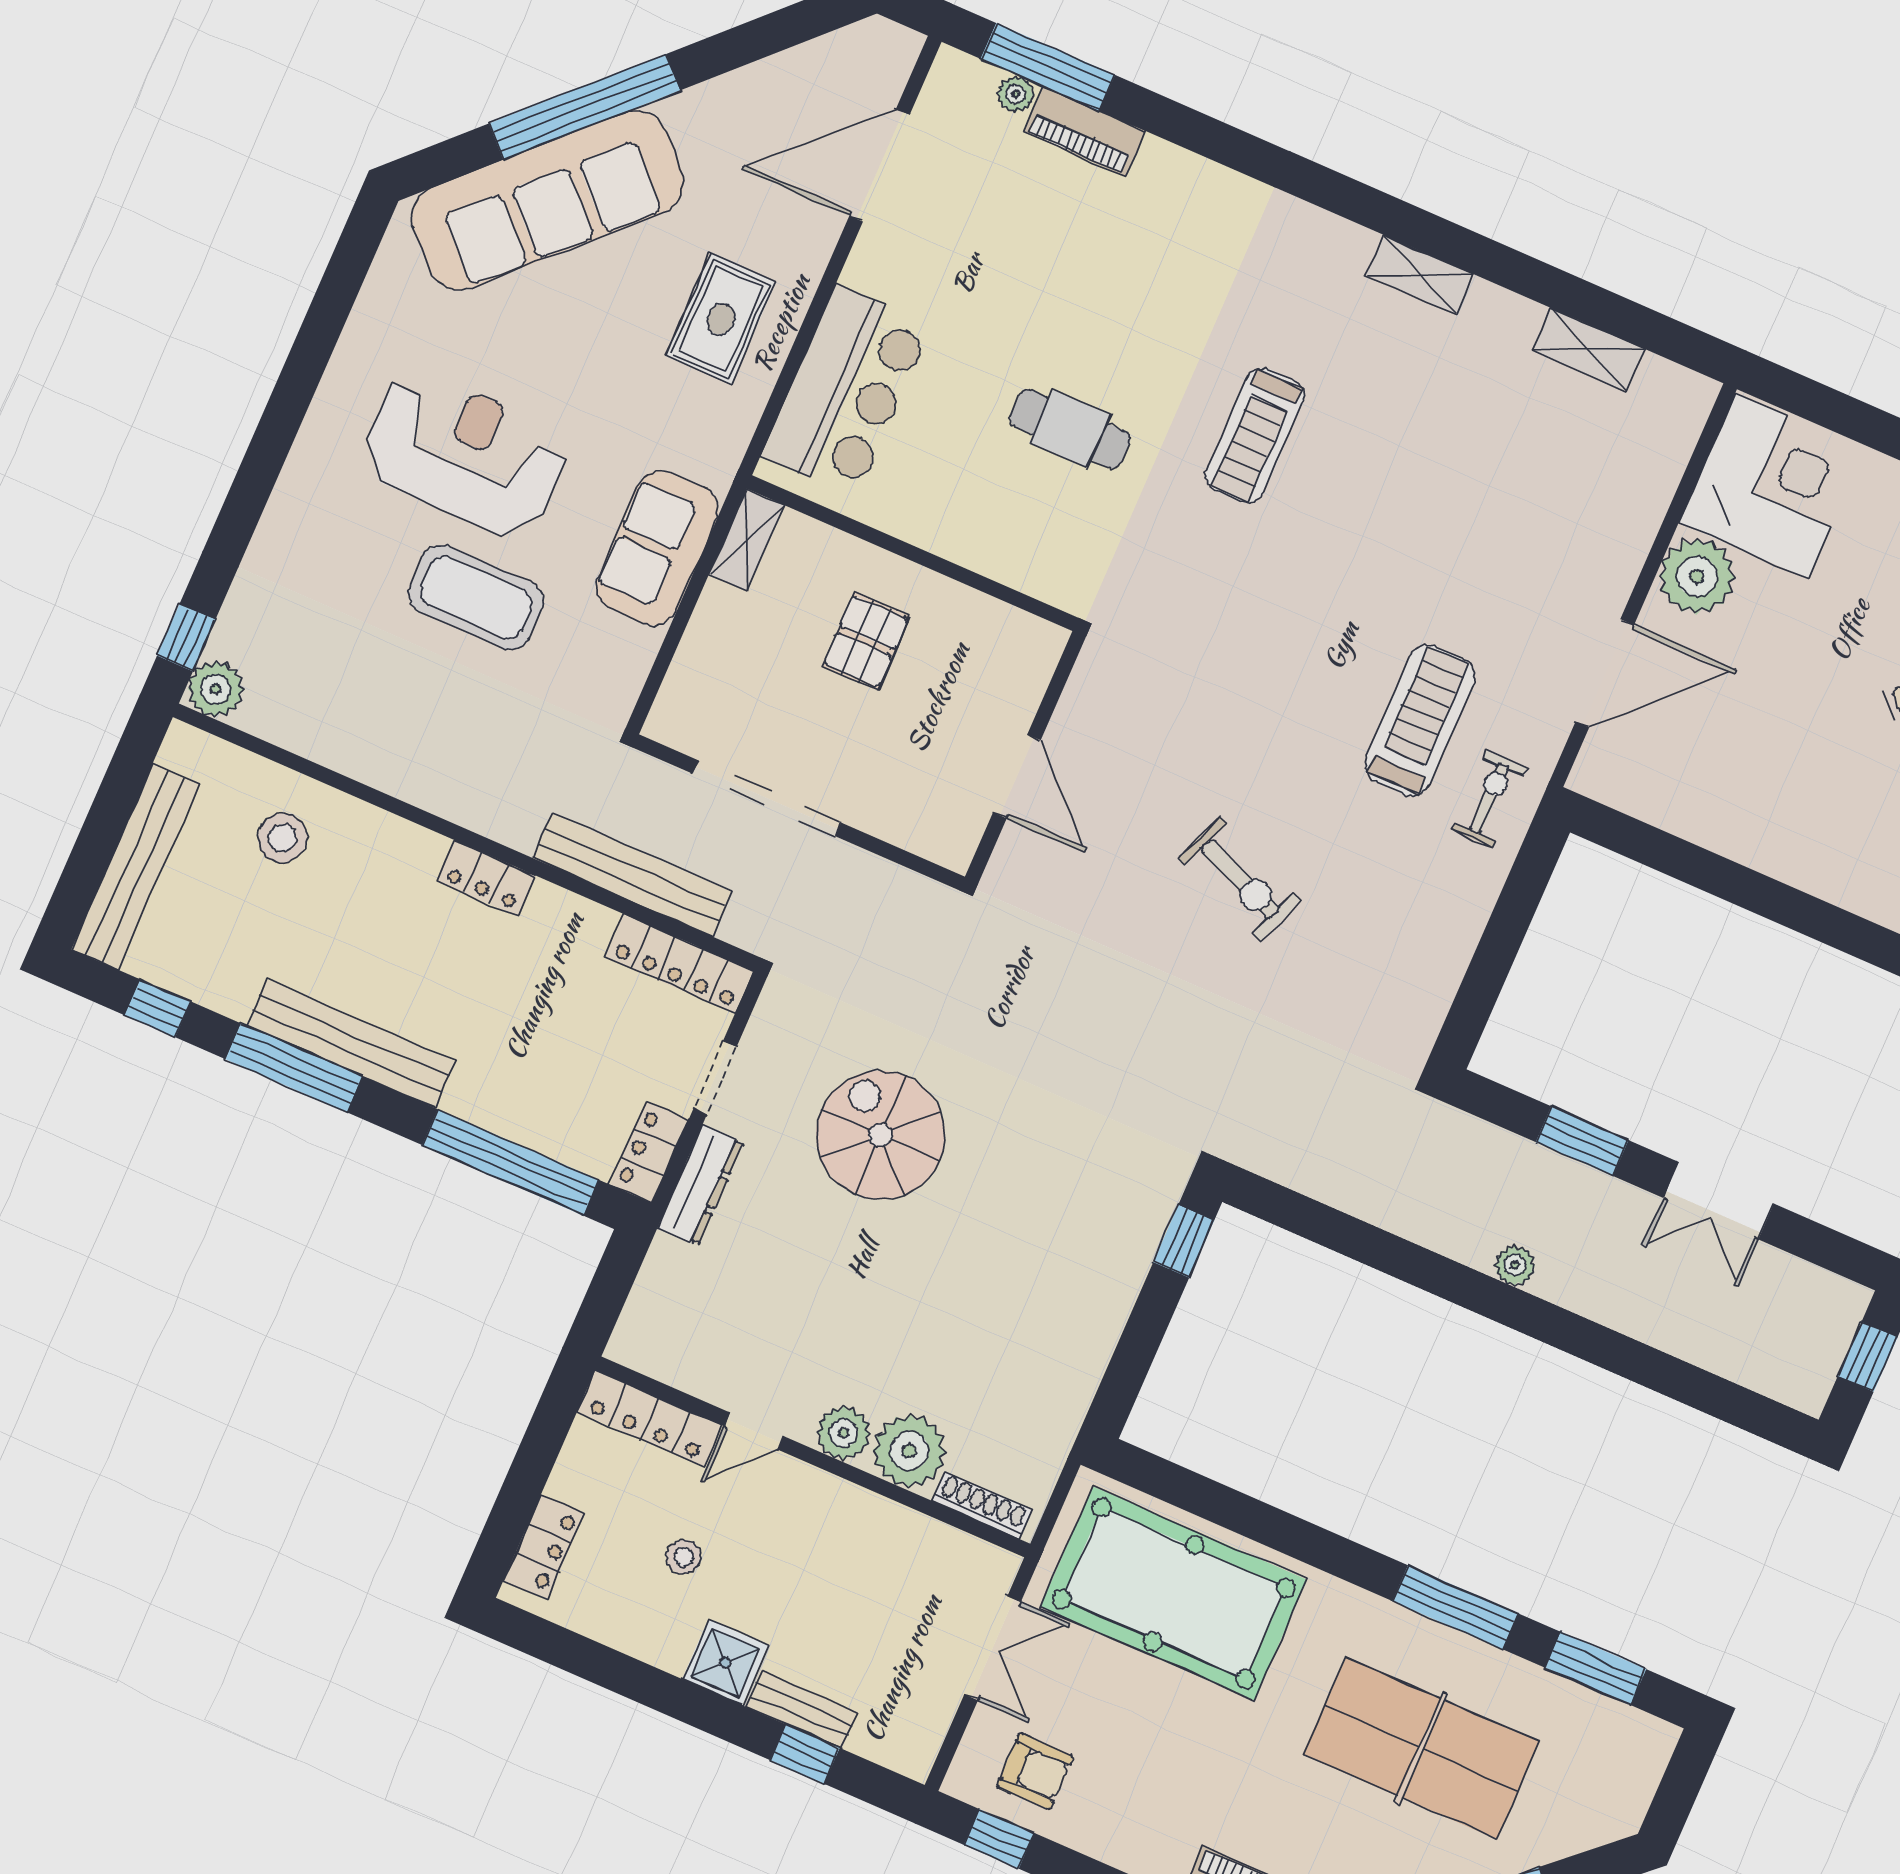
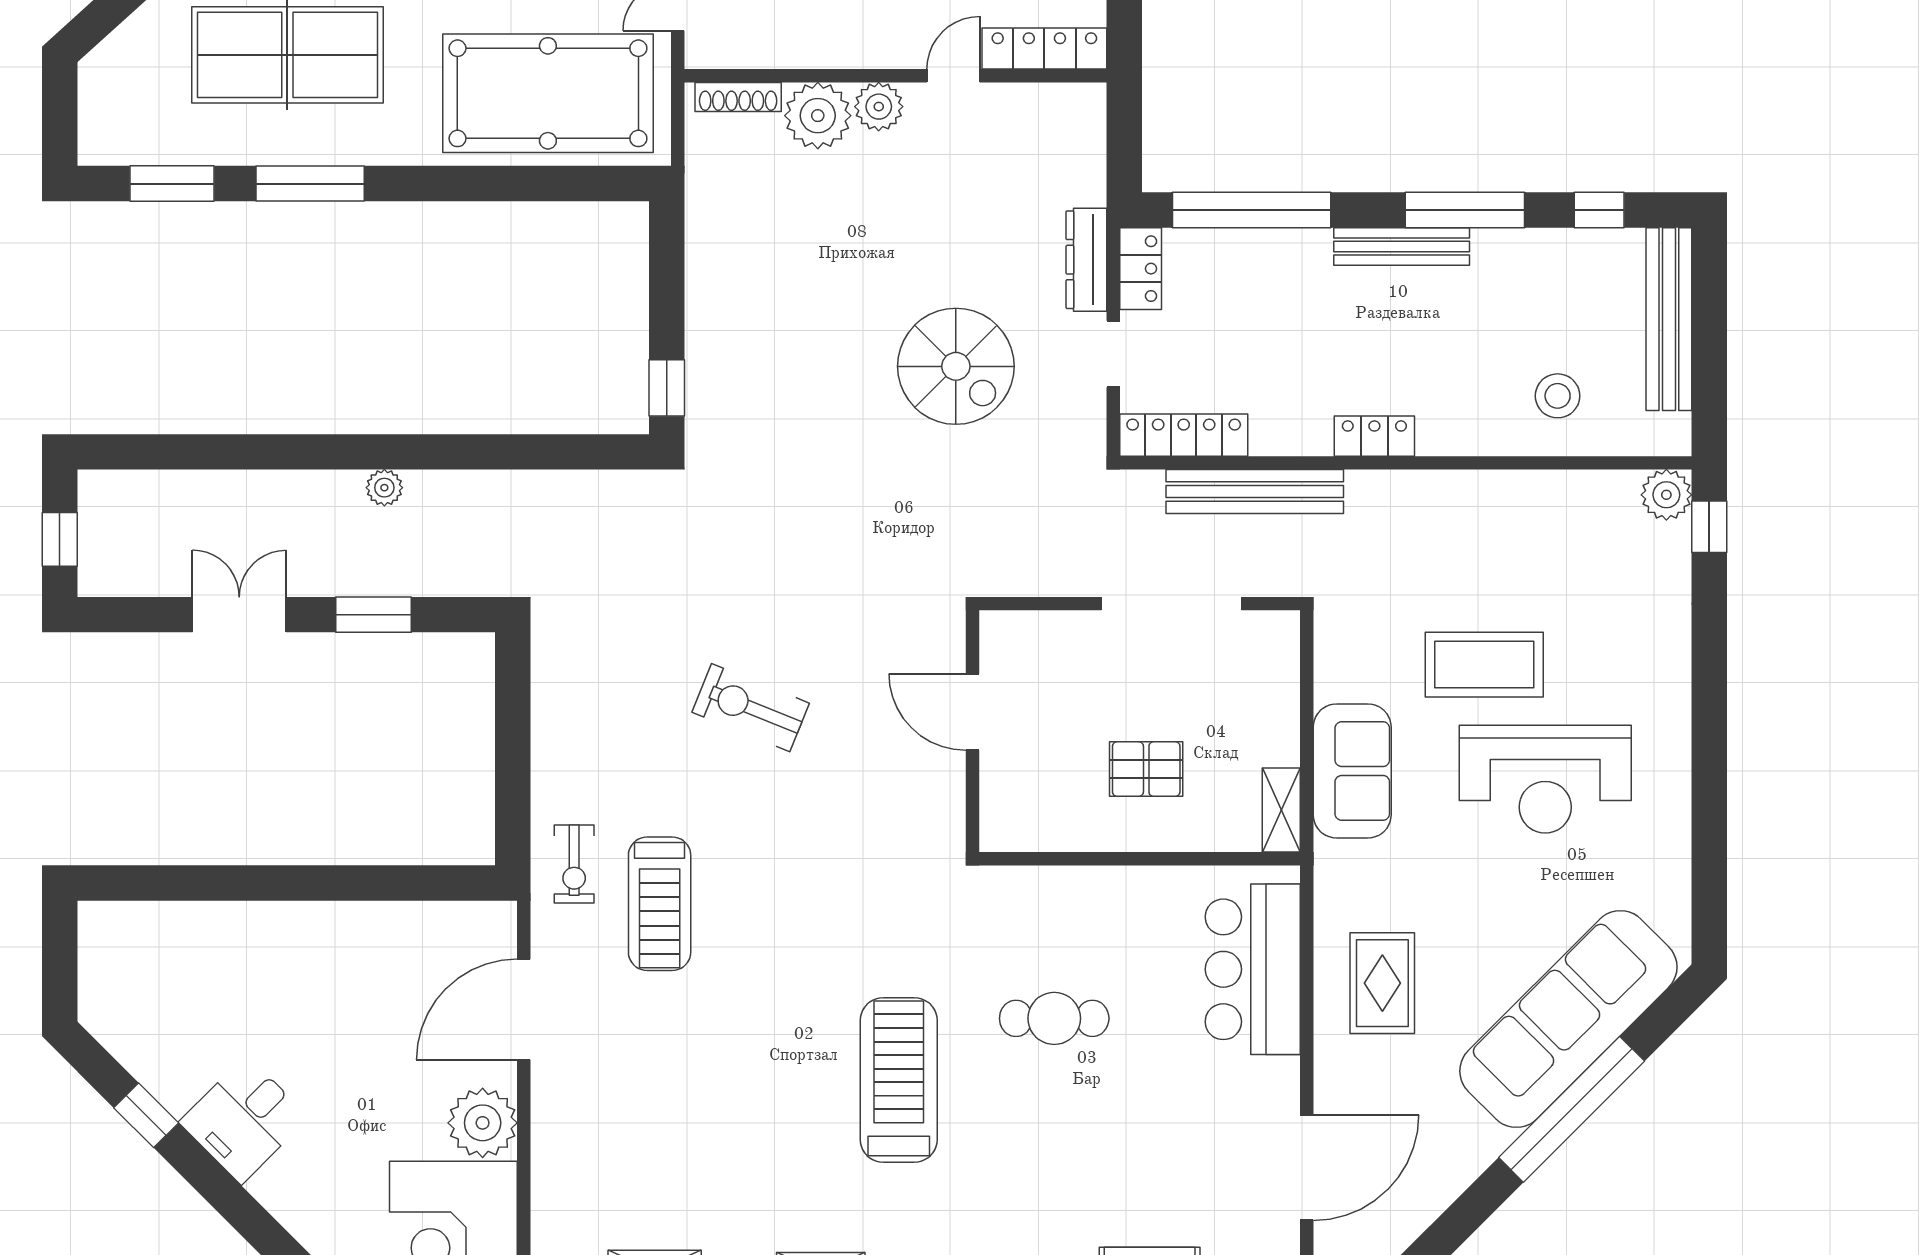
treadmill: (1255, 435) -> (899, 1080), width x1.37, depth x1.38
pallet: (866, 641) -> (1146, 769), turned 90
bench: (351, 1044) -> (1402, 246), width x0.73, depth x0.82

